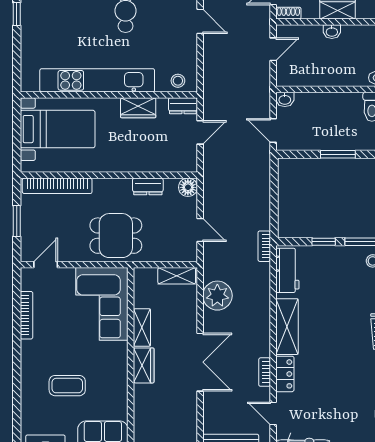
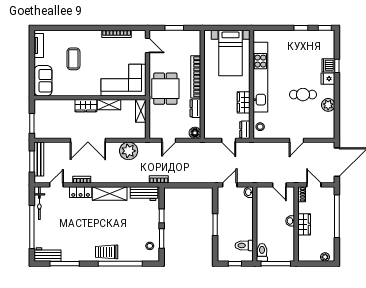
bookcase: (57, 186) -> (196, 77), moved
shelving: (177, 276) -> (141, 111), moved

